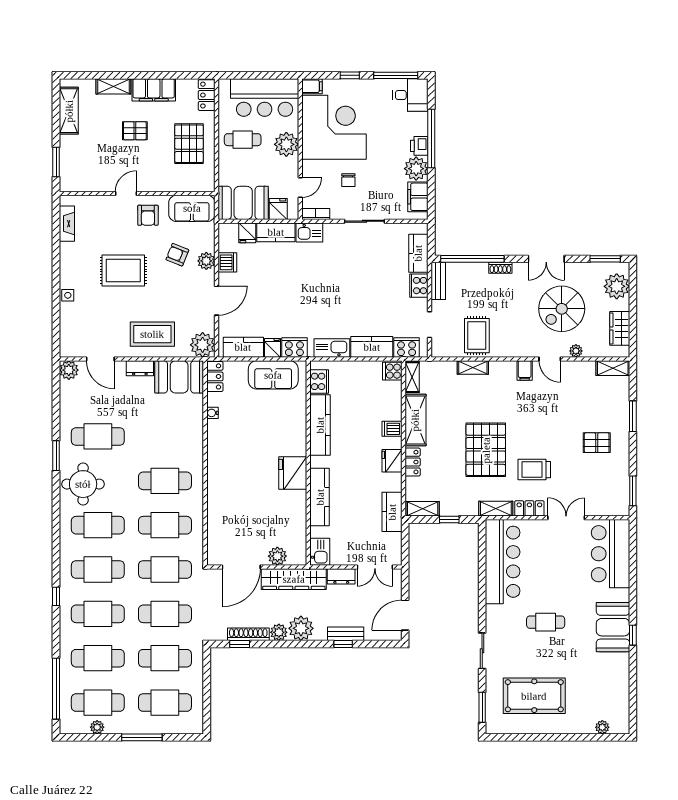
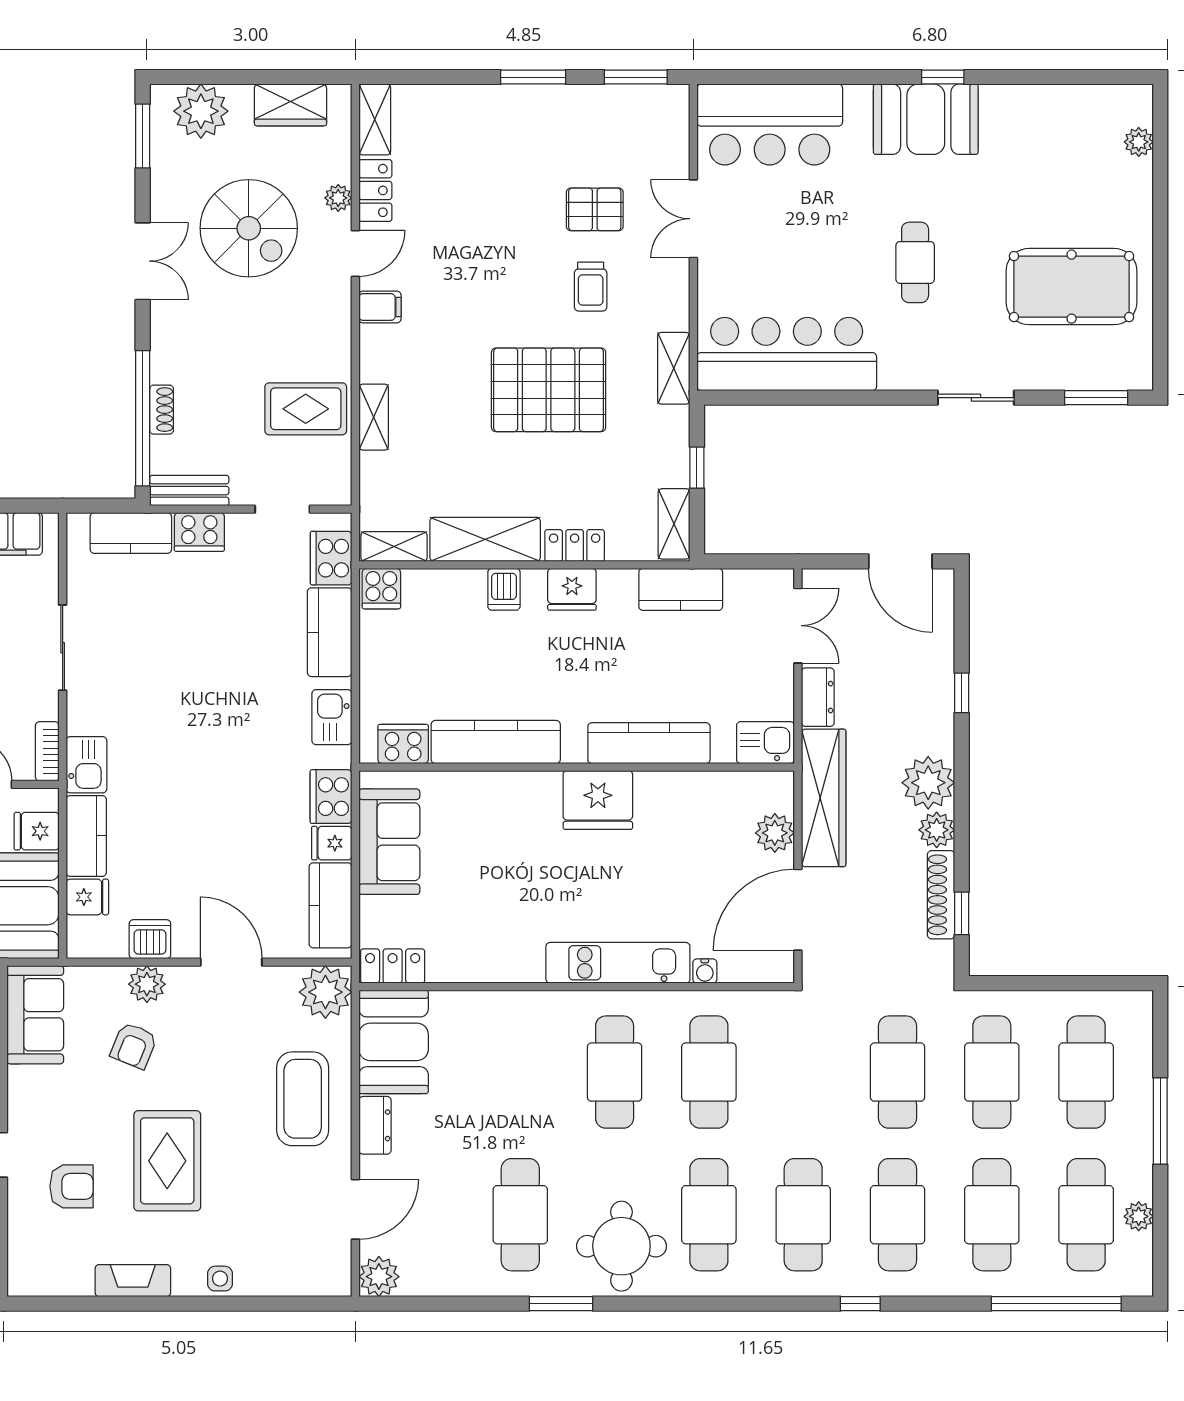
armchair: (148, 215) -> (71, 1186), moved
fireplace: (67, 224) -> (133, 1281), moved
shoe rack: (500, 268) -> (162, 410), moved
kitchen sink: (332, 348) -> (332, 717), width x0.73
water cooler: (212, 413) -> (705, 971), moved
window: (633, 416) -> (533, 77), moved
pallet: (597, 443) -> (595, 209), moved, turned 90
trolley: (534, 470) -> (591, 287), width x0.73, depth x0.72
kitchen unit: (216, 482) -> (618, 963), added
locker: (529, 508) -> (375, 190), moved, turned 180
door: (241, 567) -> (798, 910), swing flipped
cafe table: (165, 570) -> (803, 1072), removed
bench: (346, 634) -> (940, 688), removed
pool table: (534, 696) -> (1072, 287), turned 90

